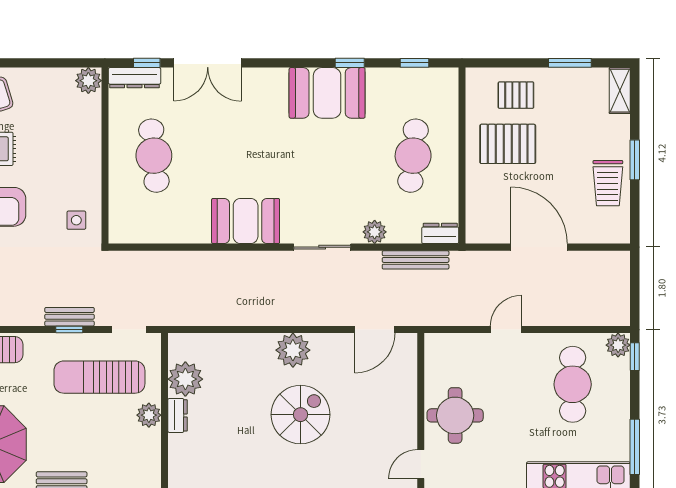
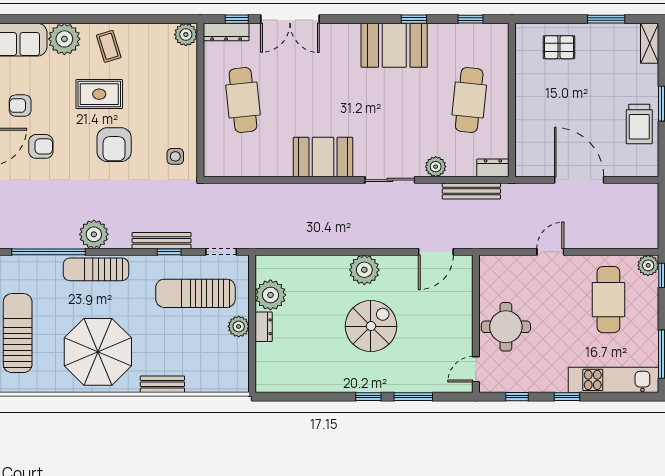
pallet: (508, 144) -> (552, 90), removed
bench: (70, 317) -> (162, 241), width x1.36

